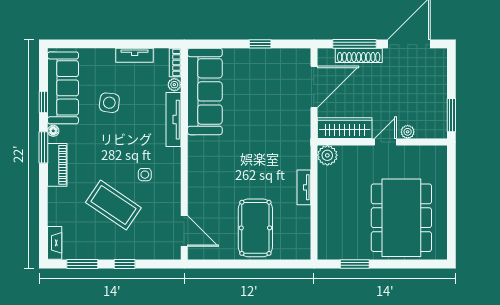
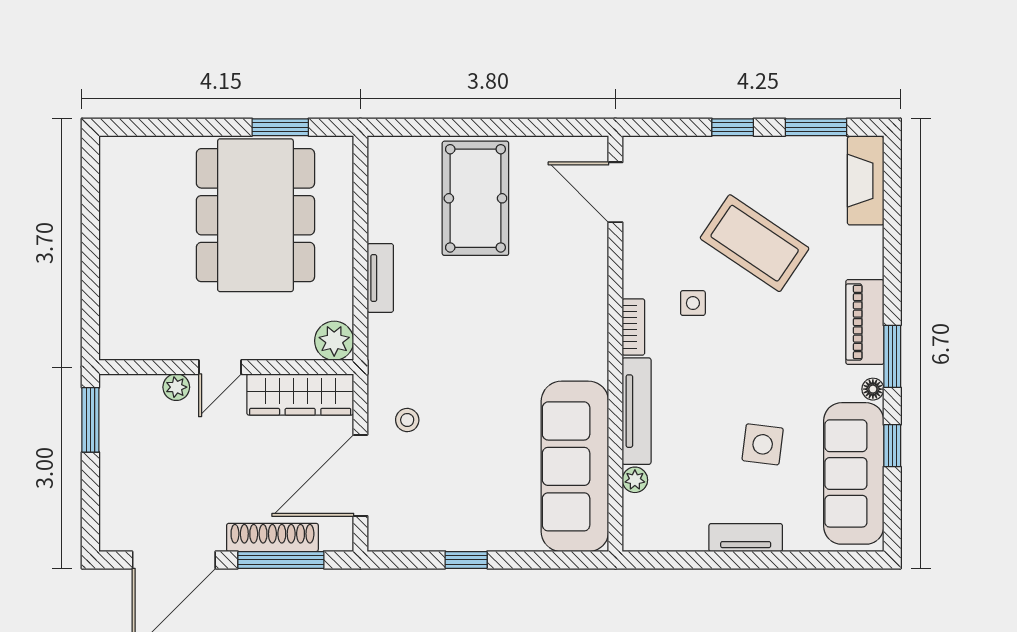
tv unit: (135, 55) -> (746, 538), moved
bookcase: (175, 62) -> (633, 327), moved
stool: (290, 115) -> (407, 420), added
dining table: (401, 218) -> (255, 215), moved
fireplace: (55, 243) -> (866, 181), width x1.37, depth x1.32

